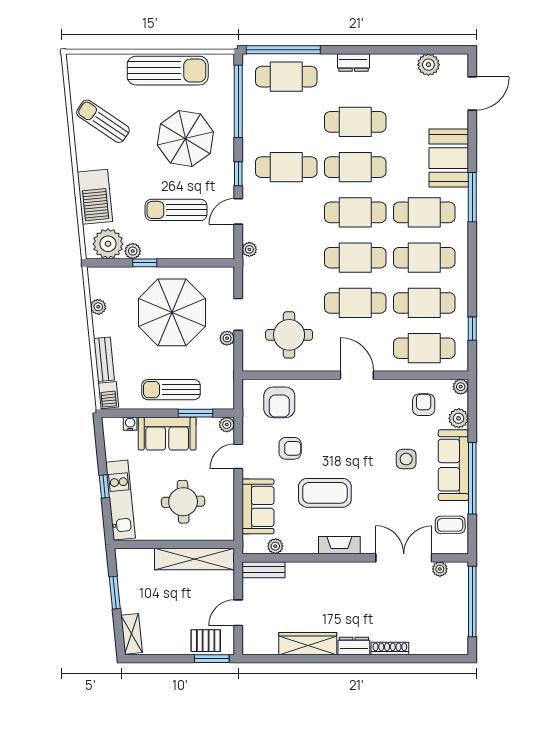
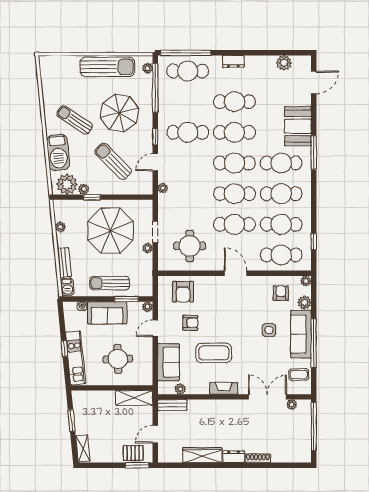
plant: (227, 73) -> (147, 68), added
sun lounger: (103, 121) -> (74, 120), moved
sun lounger: (176, 210) -> (113, 161), turned 45
shelving: (194, 559) -> (134, 398), width x0.68

